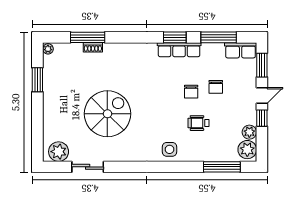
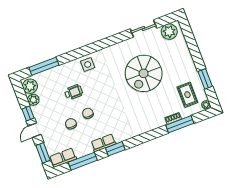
row of seats: (179, 50) -> (103, 143), width x0.68
rug: (65, 69) -> (187, 95), added

